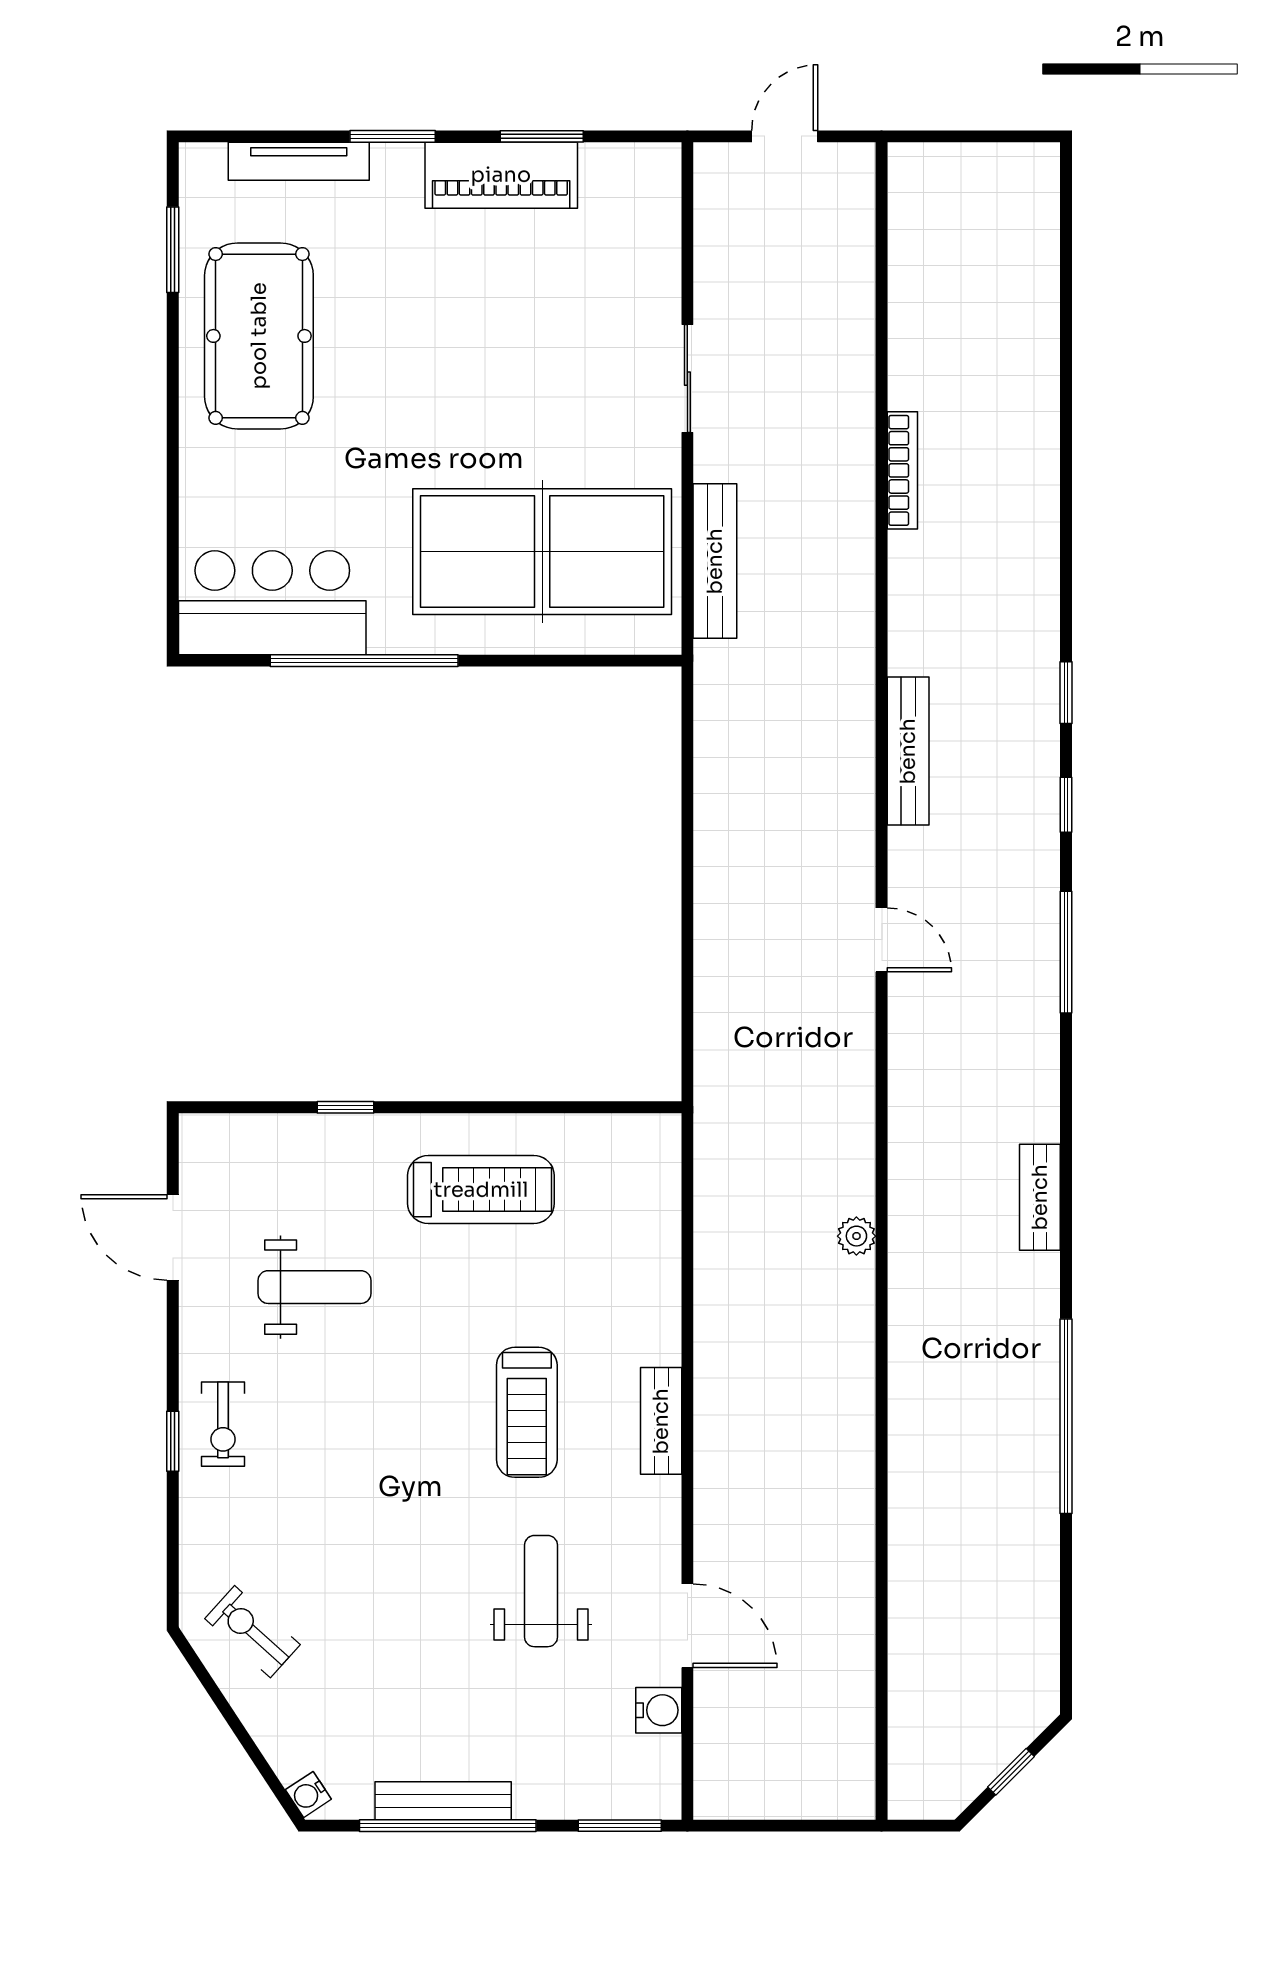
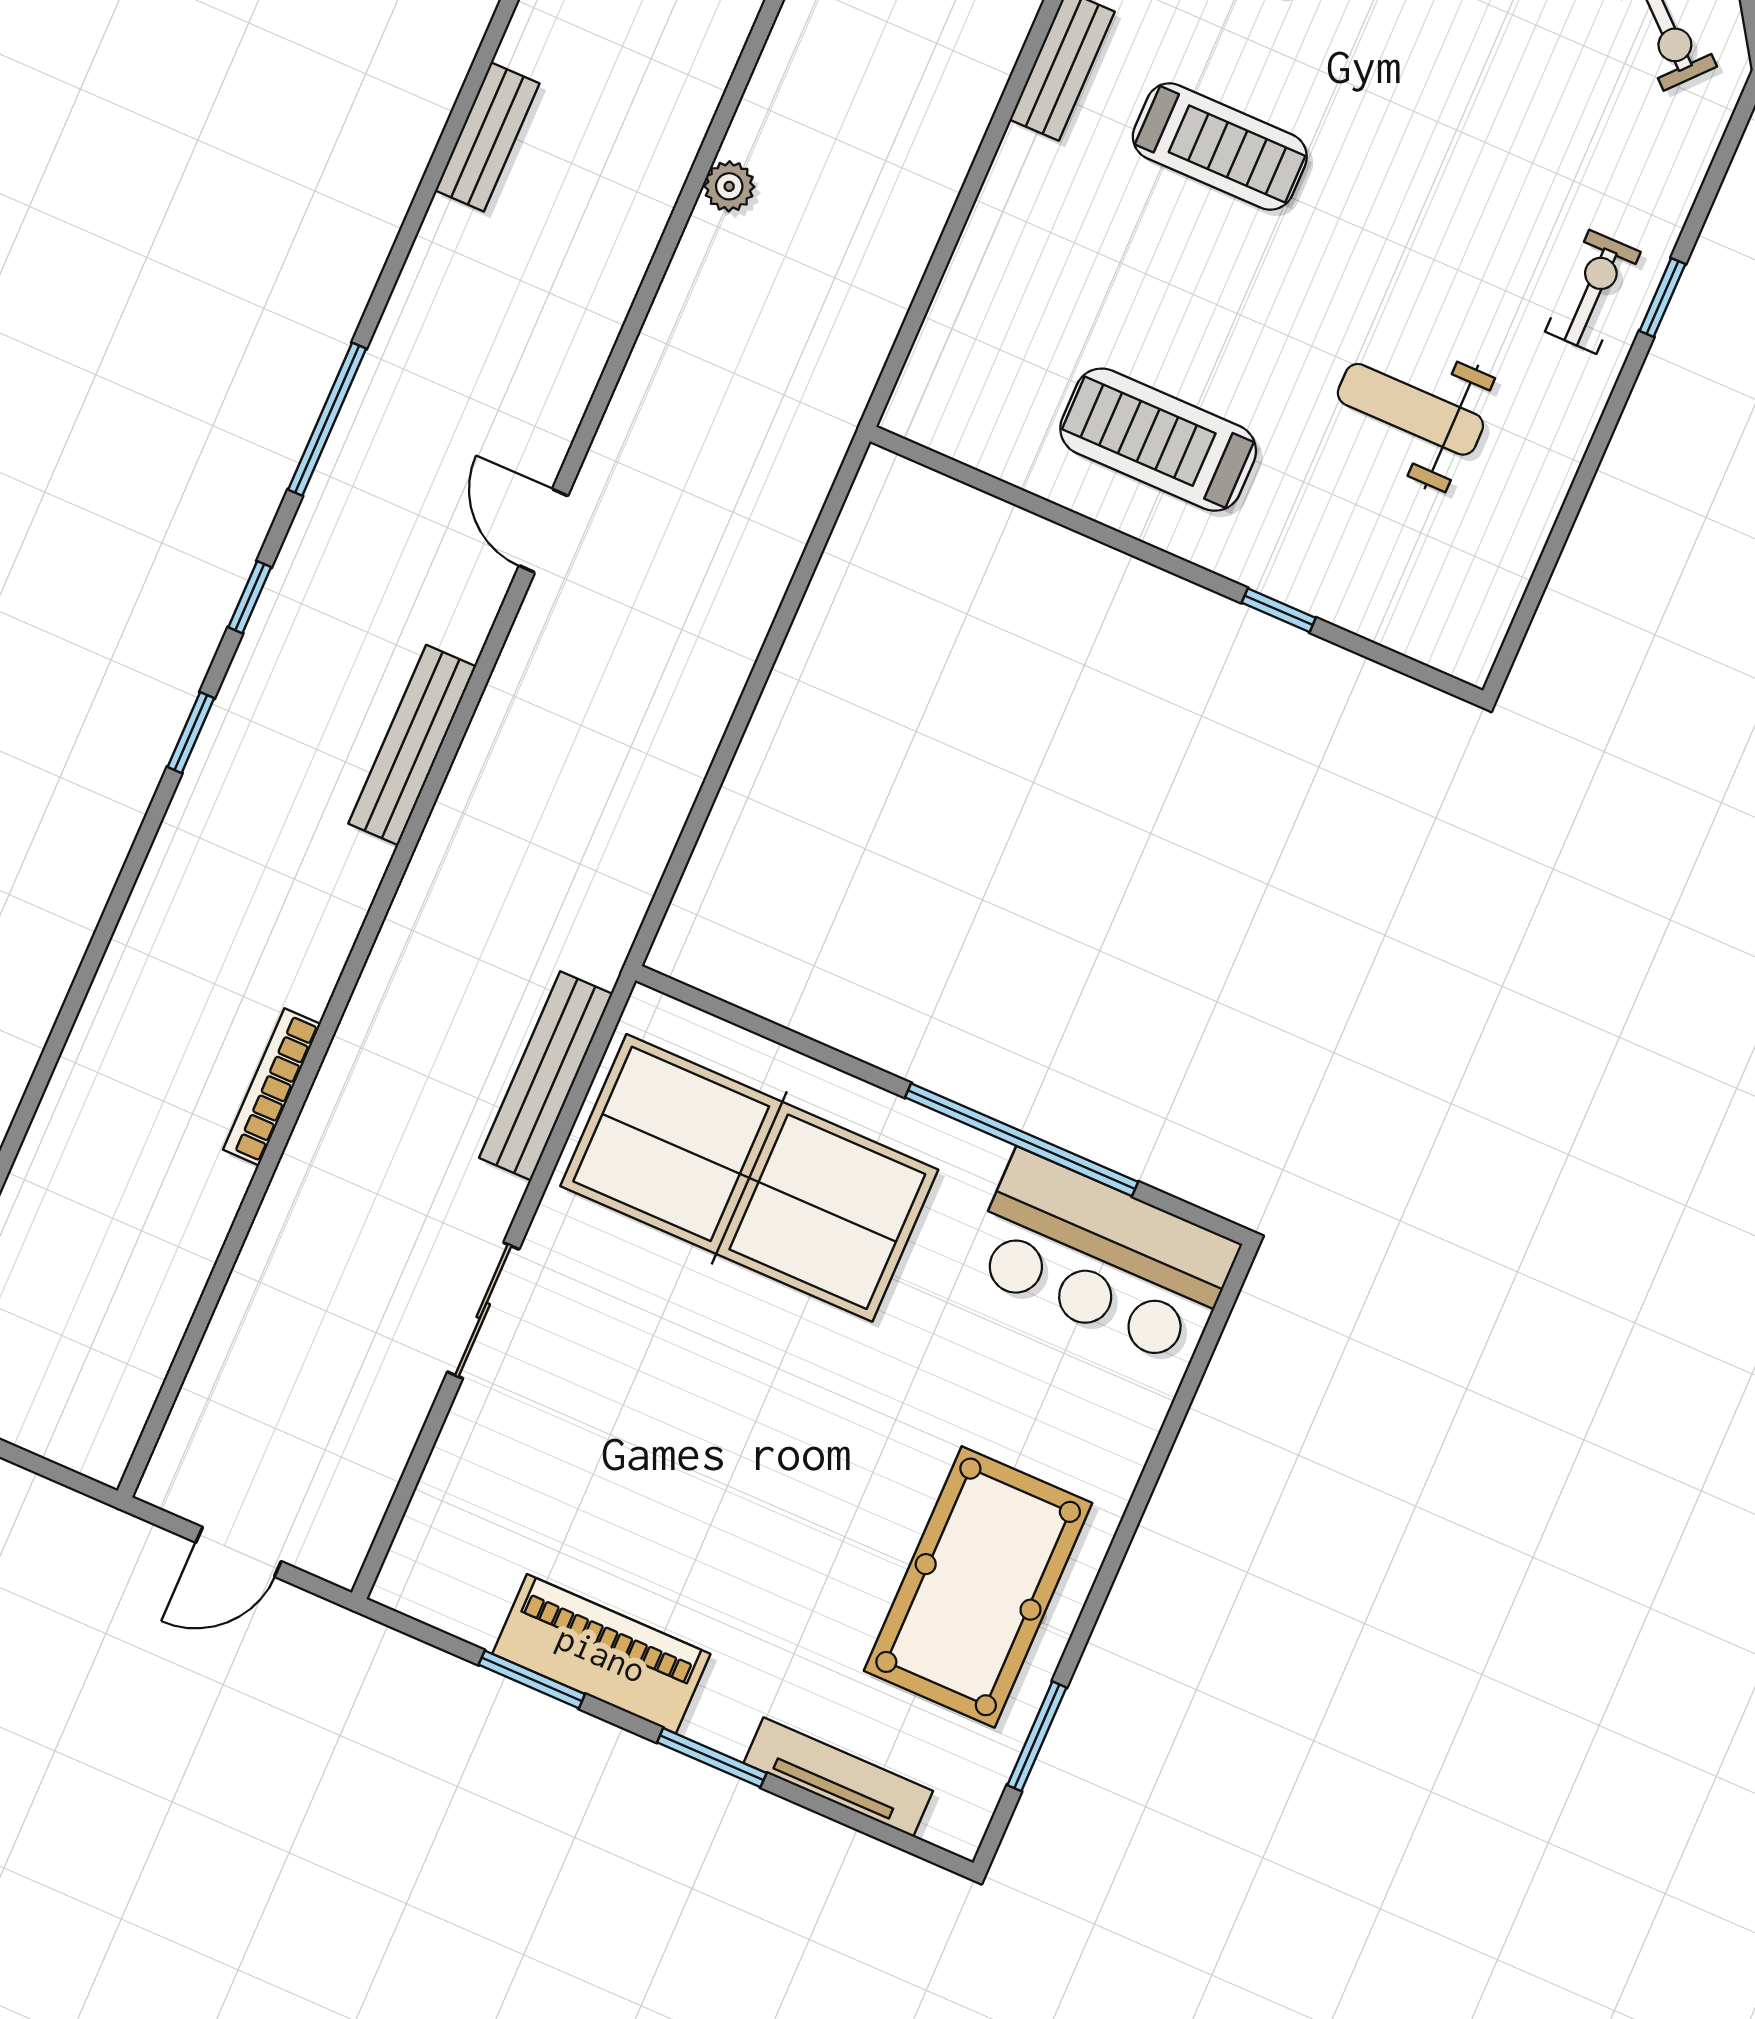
door: (173, 1237) -> (1555, 544), removed
treadmill: (527, 1412) -> (1220, 147), turned 90

